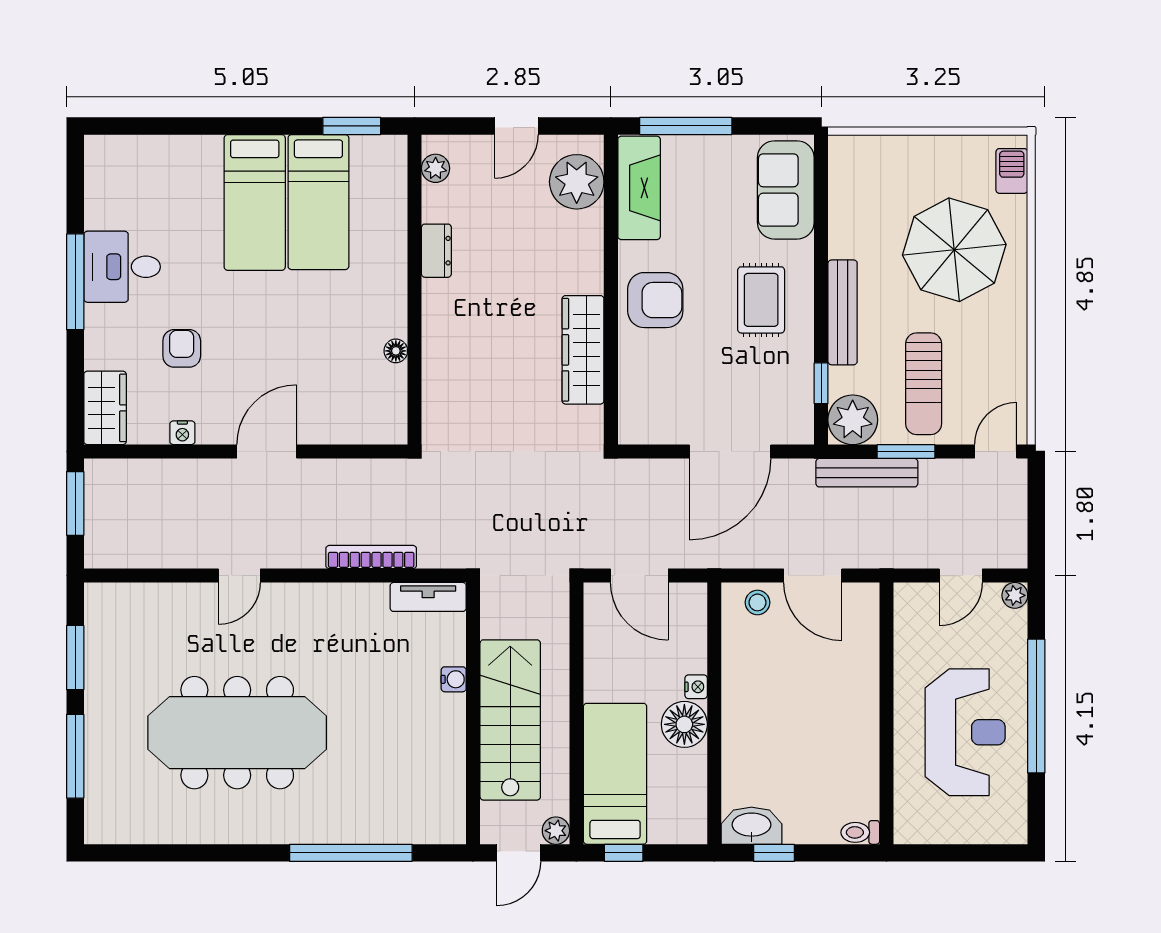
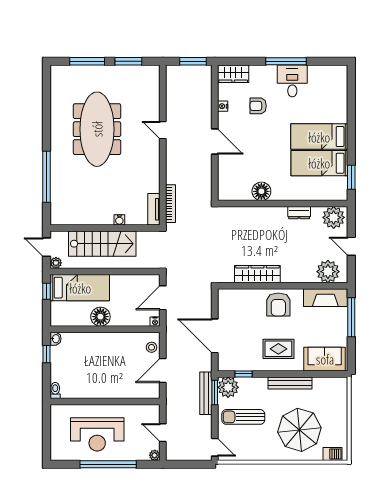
plant: (436, 168) -> (334, 217), width x1.87, depth x1.87
bench: (843, 312) -> (290, 383), moved
armchair: (182, 348) -> (258, 106), turned 180
floor lamp: (396, 351) -> (261, 191), width x1.89, depth x1.89
window: (906, 452) -> (215, 392), moved
bookcase: (371, 557) -> (171, 204), moved
nightstand: (696, 687) -> (155, 322), moved
washbasin: (751, 826) -> (56, 339), width x0.52, depth x0.69

